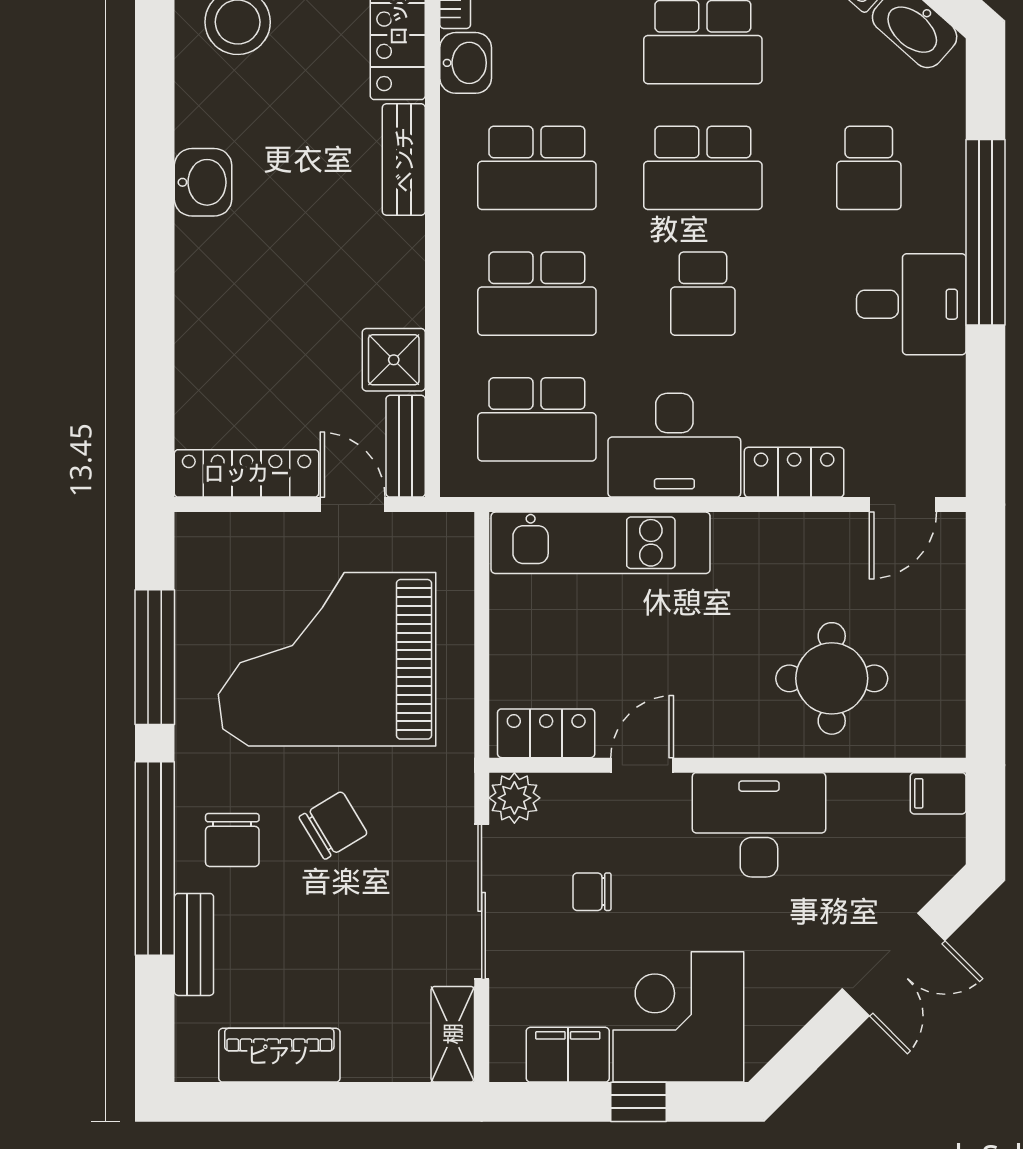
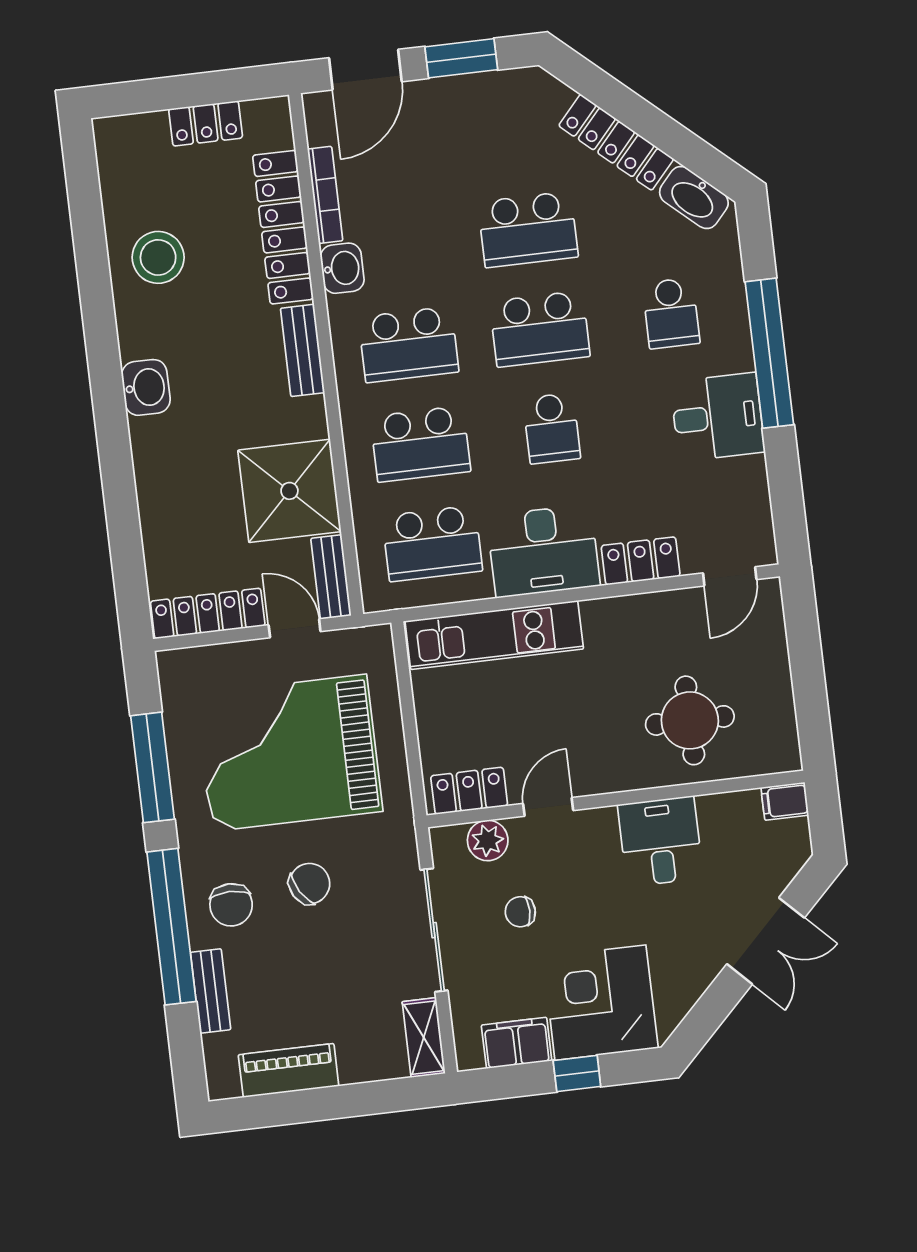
shower: (394, 360) -> (289, 491), width x1.86, depth x1.86
plant: (514, 798) -> (488, 840), moved
desk: (759, 825) -> (660, 841), width x0.73

